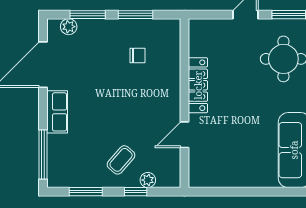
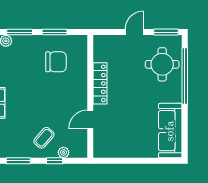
chair: (138, 56) -> (56, 62), width x1.87, depth x1.87

